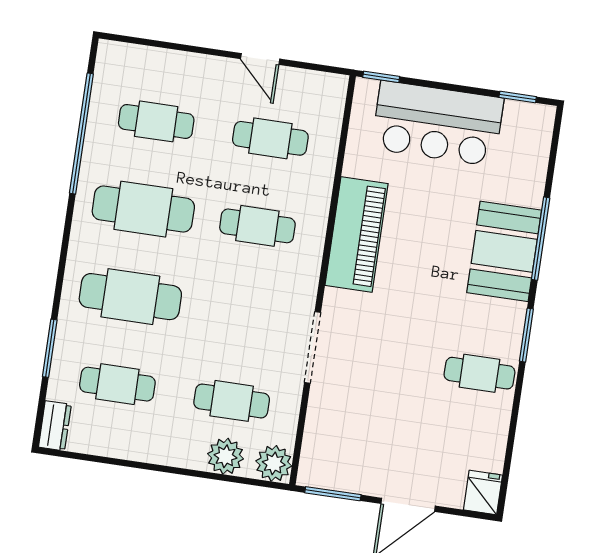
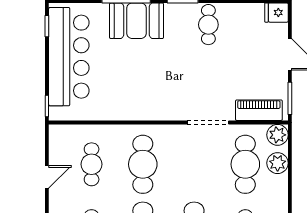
bar counter: (438, 123) -> (69, 57), width x1.36
cafe table: (257, 226) -> (143, 164), width x1.37, depth x1.35
piano: (356, 234) -> (259, 110), moved, width x0.73, depth x0.75
cafe table: (232, 401) -> (245, 164), width x1.37, depth x1.35

